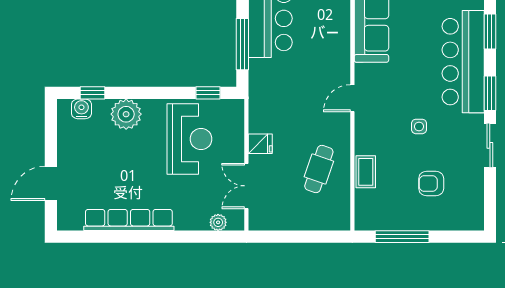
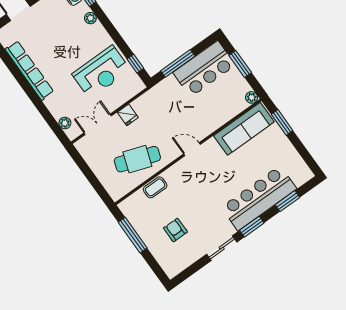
plant: (126, 114) -> (90, 18), width x0.53, depth x0.53
side table: (419, 126) -> (203, 199), removed
cafe table: (319, 169) -> (137, 159), width x1.37, depth x1.35

